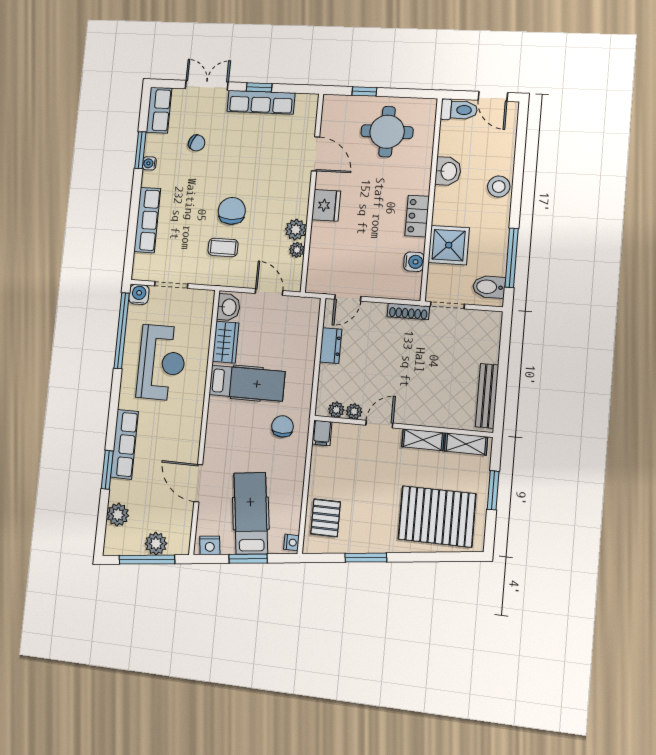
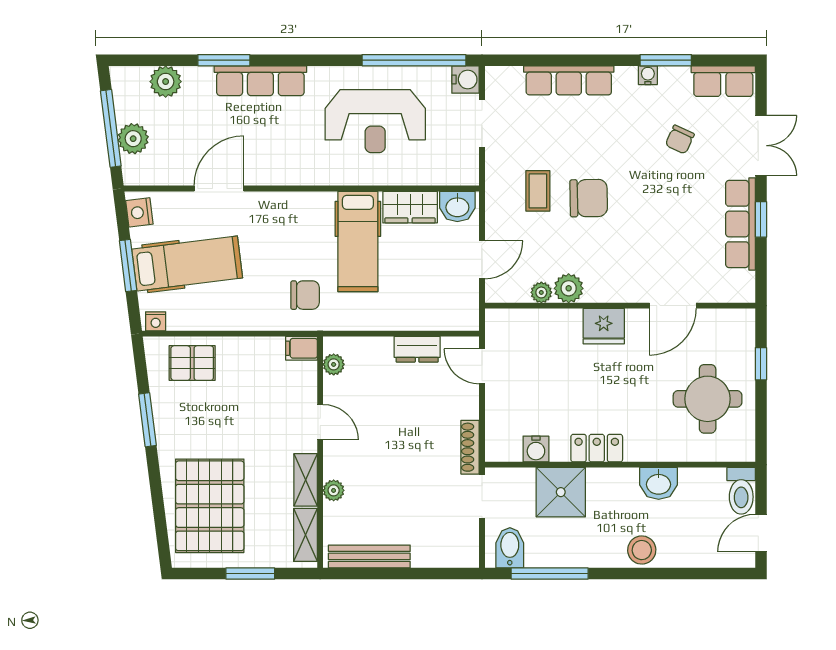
plant: (354, 411) -> (334, 490), moved

